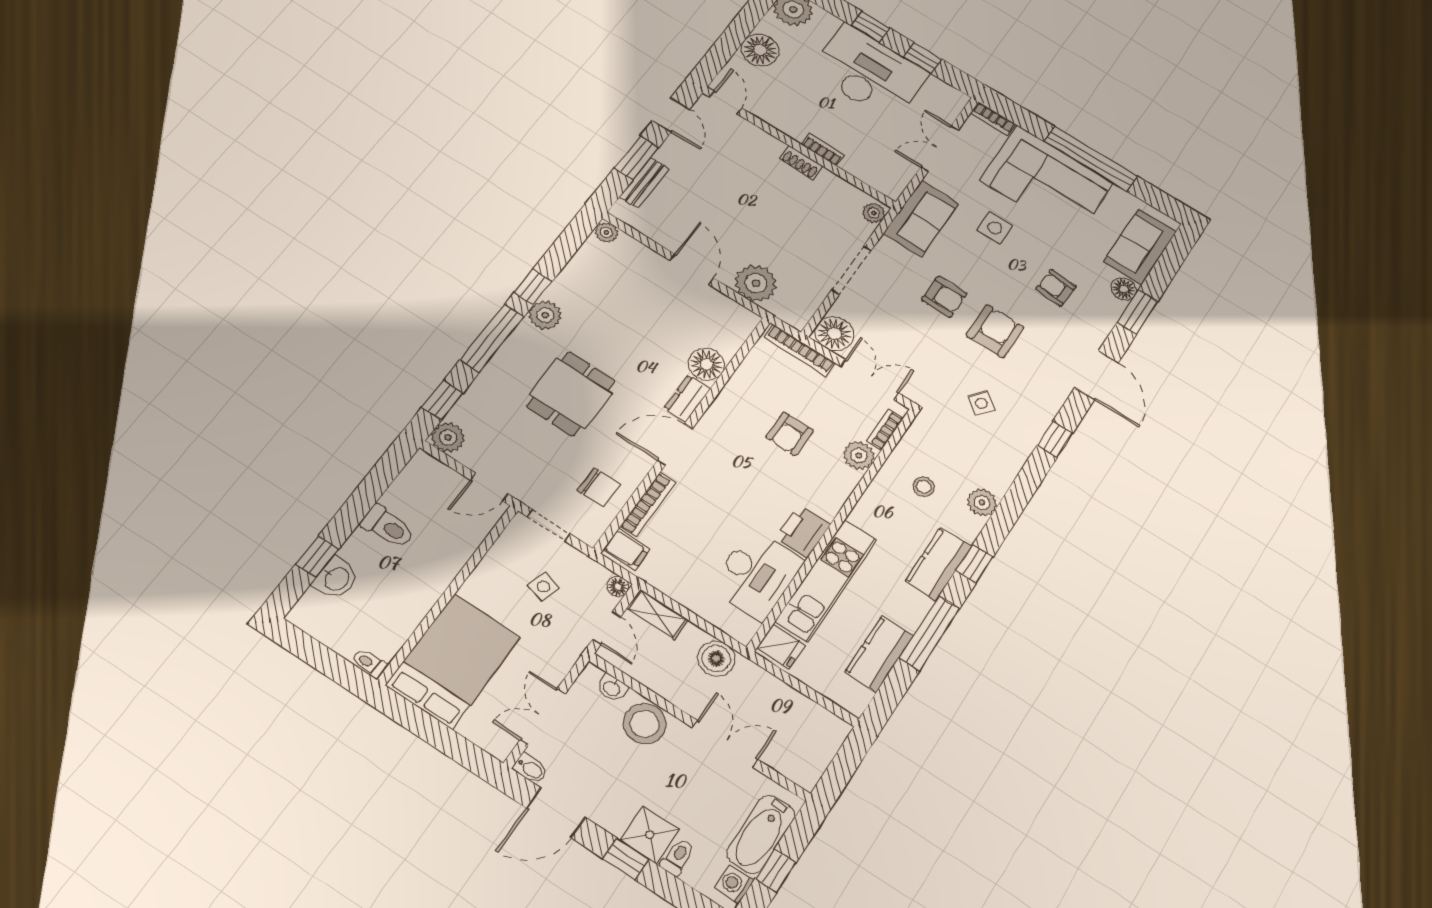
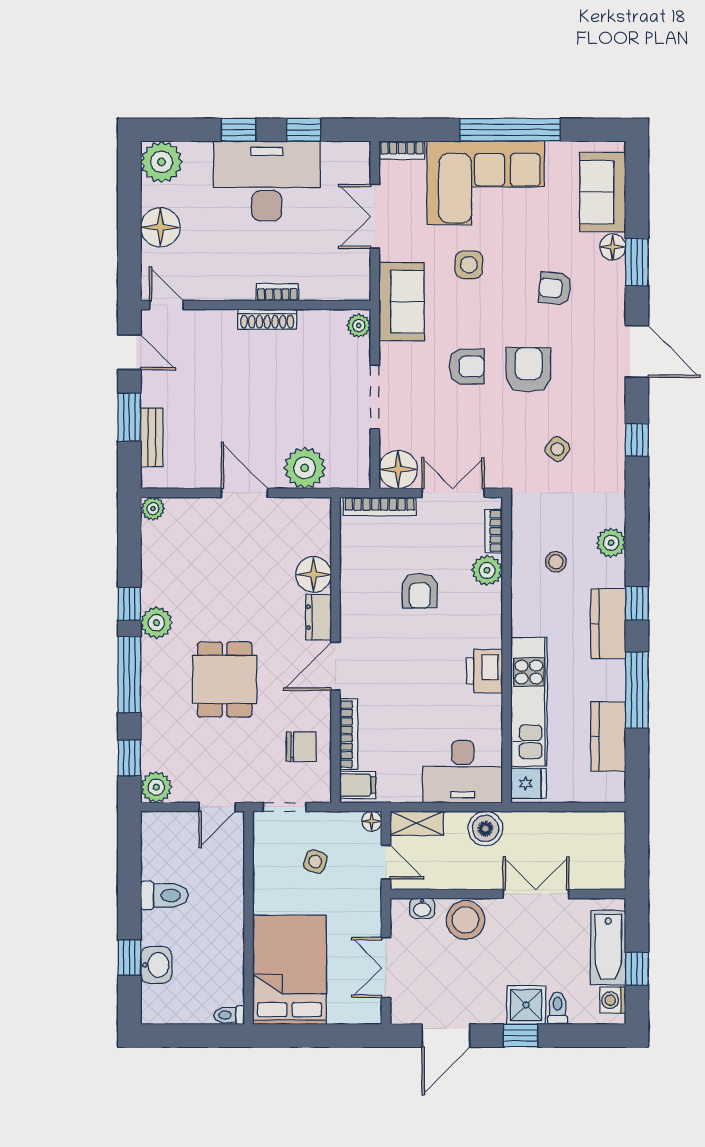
shoe rack: (801, 162) -> (267, 319), width x1.43
desk: (756, 574) -> (463, 772), moved, turned 90
bidet: (531, 769) -> (405, 1015), removed

